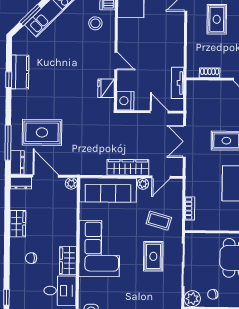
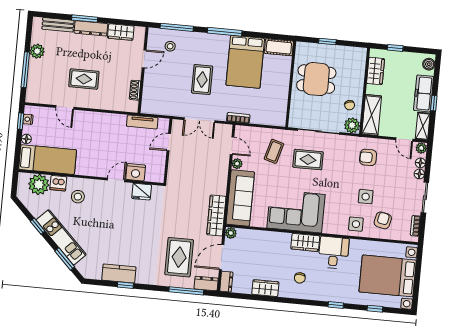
nightstand: (125, 101) -> (136, 172), moved
wardrobe: (128, 167) -> (216, 216), moved
bookcase: (190, 208) -> (238, 118), moved

